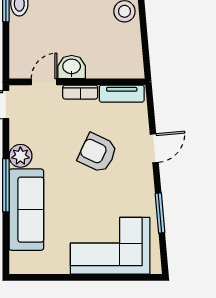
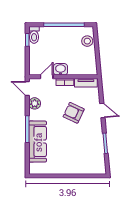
door: (154, 148) -> (102, 110), hinge flipped
plant: (20, 156) -> (35, 103), moved
corner sofa: (110, 246) -> (80, 160), removed

